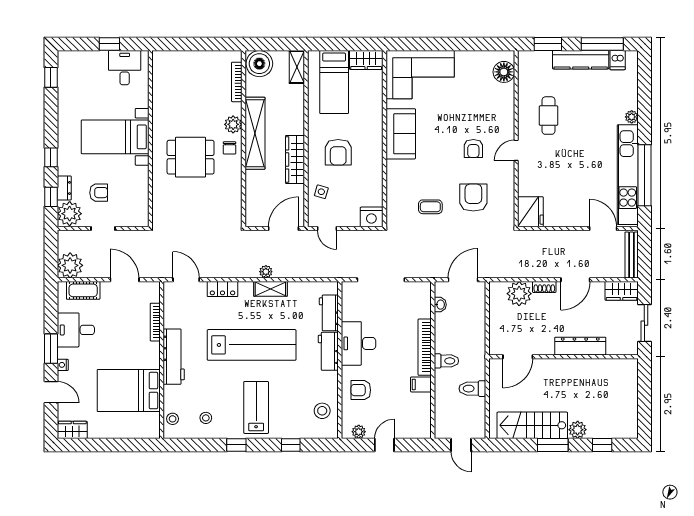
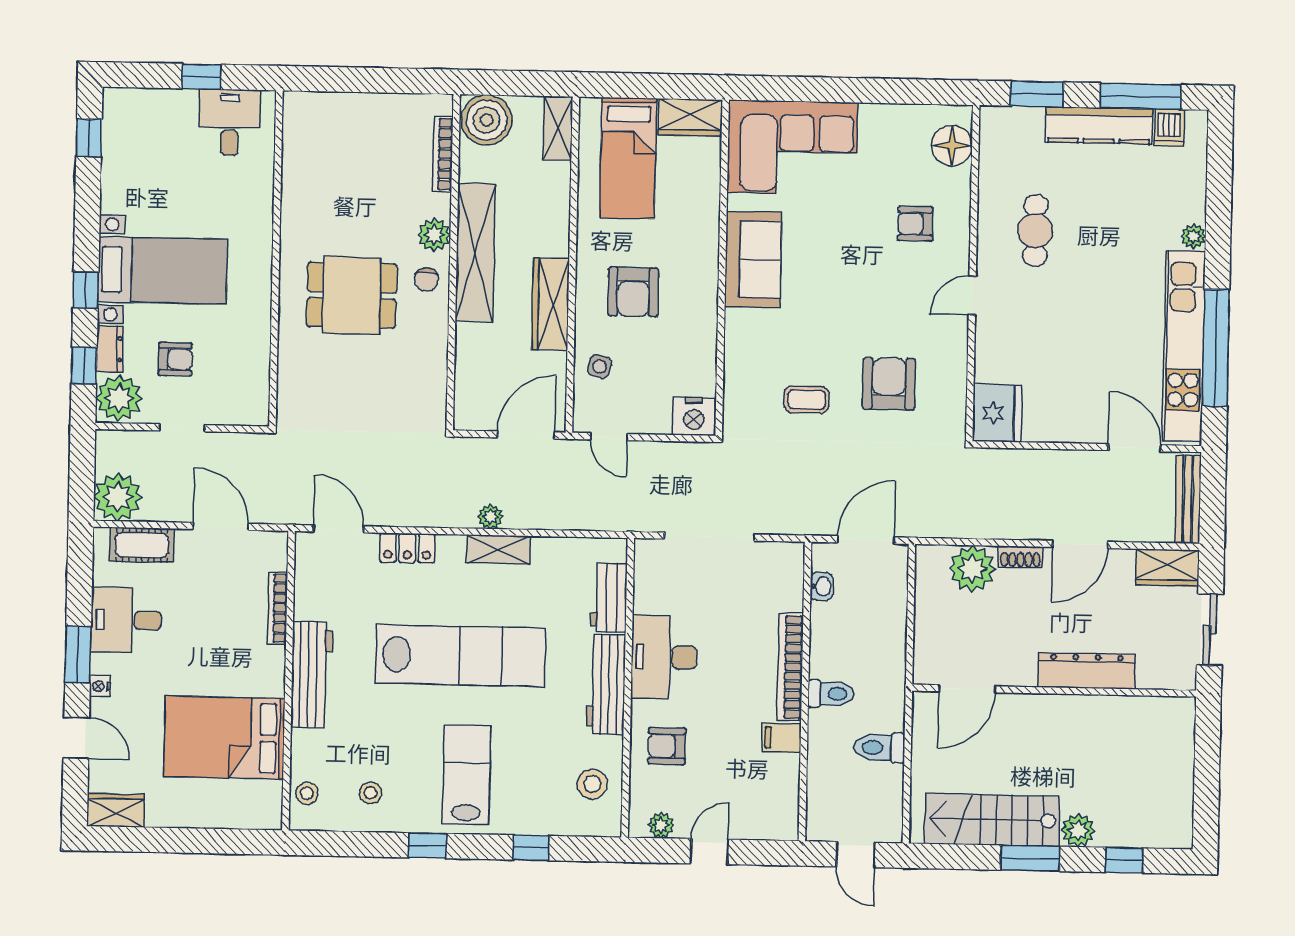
bed with nightstands: (115, 137) -> (163, 270), moved, turned 180
armchair: (473, 148) -> (915, 224), moved, turned 90
workbench: (328, 351) -> (606, 684), width x1.38

